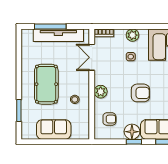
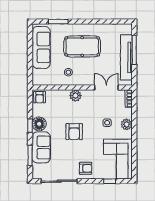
armchair: (109, 119) -> (40, 97), moved
sofa: (54, 129) -> (41, 47), width x1.36

